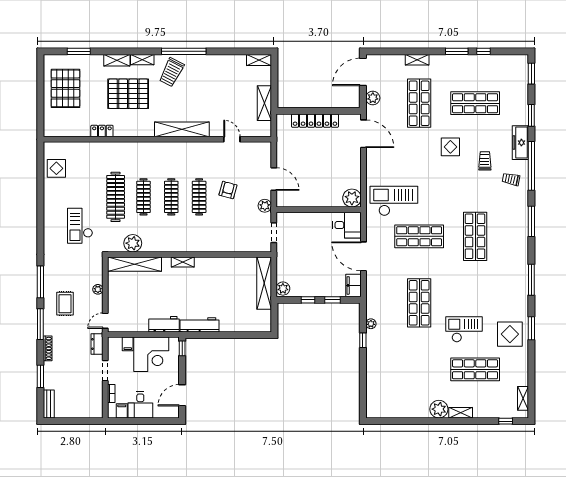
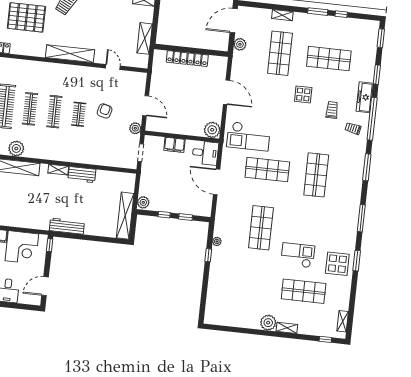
door: (363, 134) -> (226, 92), moved
clothes rail: (199, 197) -> (79, 114), width x0.73
checkout: (394, 201) -> (249, 136), turned 180
shelving: (264, 283) -> (125, 216), moved
filing cabinet: (353, 285) -> (174, 145), moved, turned -90
workbench: (164, 324) -> (82, 175), moved, turned 180

